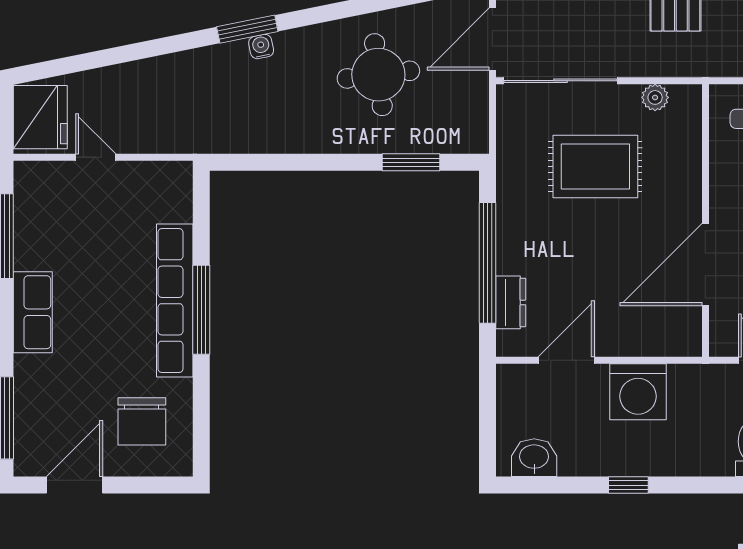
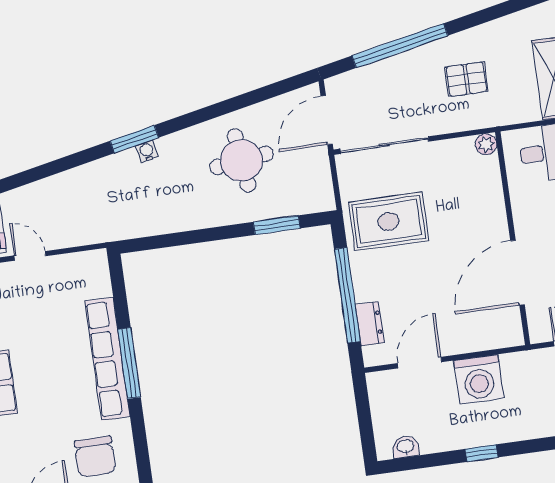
plant: (655, 97) -> (486, 144), moved
rug: (595, 166) -> (389, 221), moved
washbasin: (534, 458) -> (406, 447), width x0.72, depth x0.69

